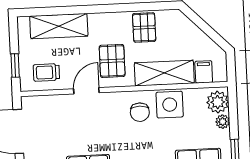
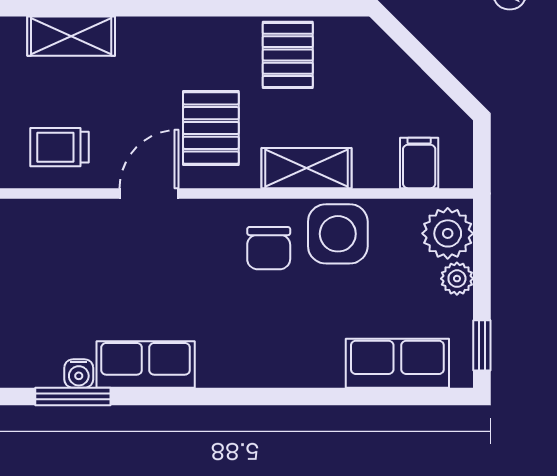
shelving: (59, 26) -> (71, 36), width x0.67, depth x0.75
shelving: (164, 73) -> (306, 168), width x0.67, depth x0.75

